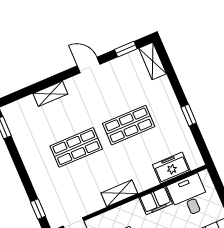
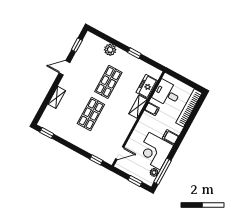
shelving: (153, 61) -> (95, 40), removed
plant: (162, 87) -> (110, 50), added
shelving: (119, 193) -> (138, 107), moved
filing cabinet: (156, 201) -> (152, 109), width x0.50

